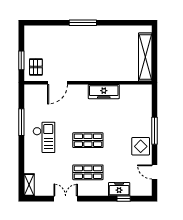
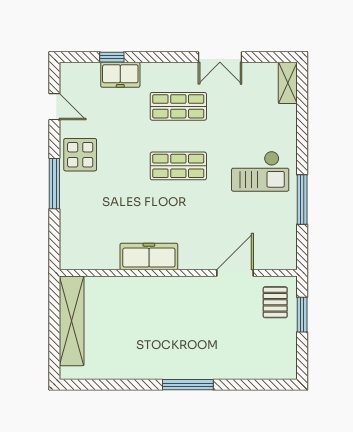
checkout: (44, 137) -> (260, 171), turned -90

